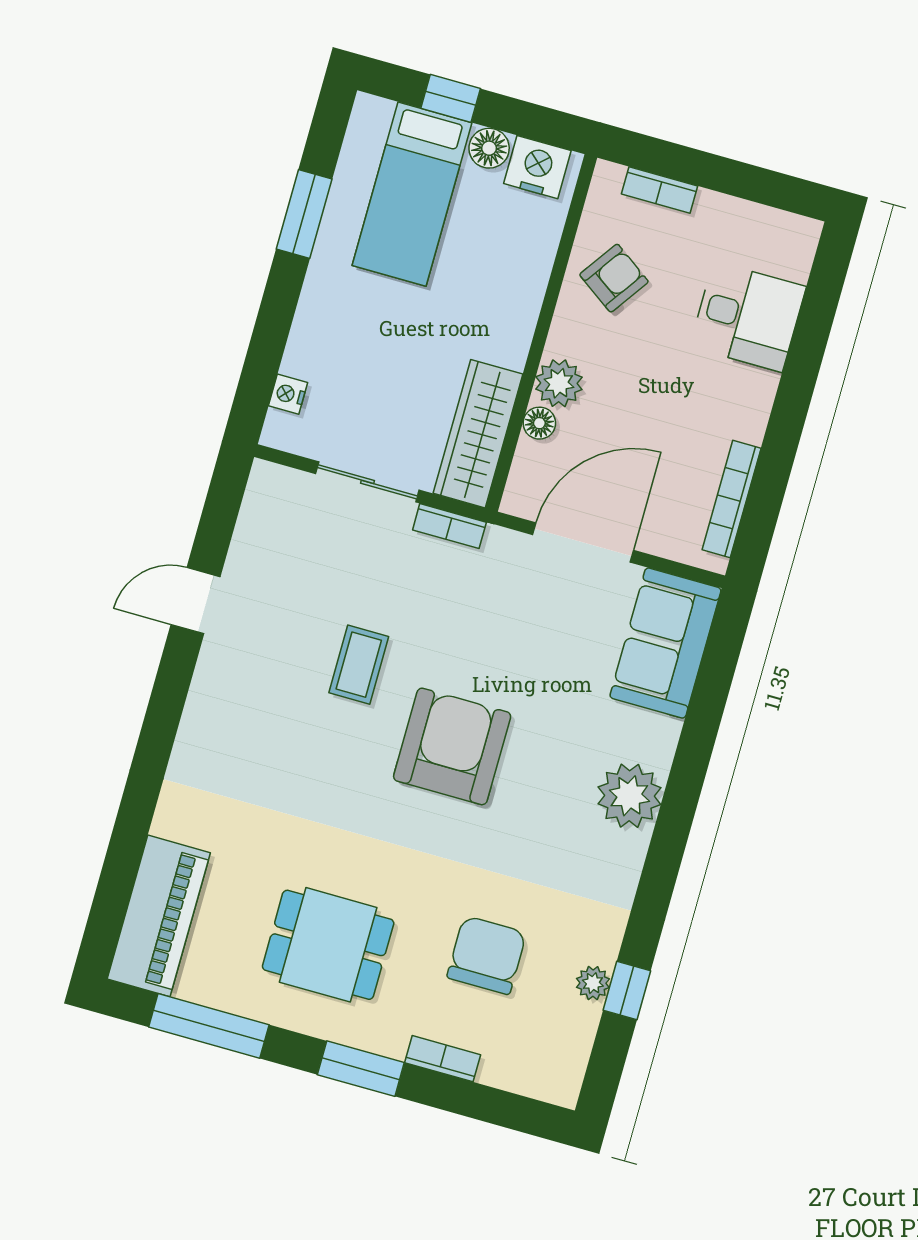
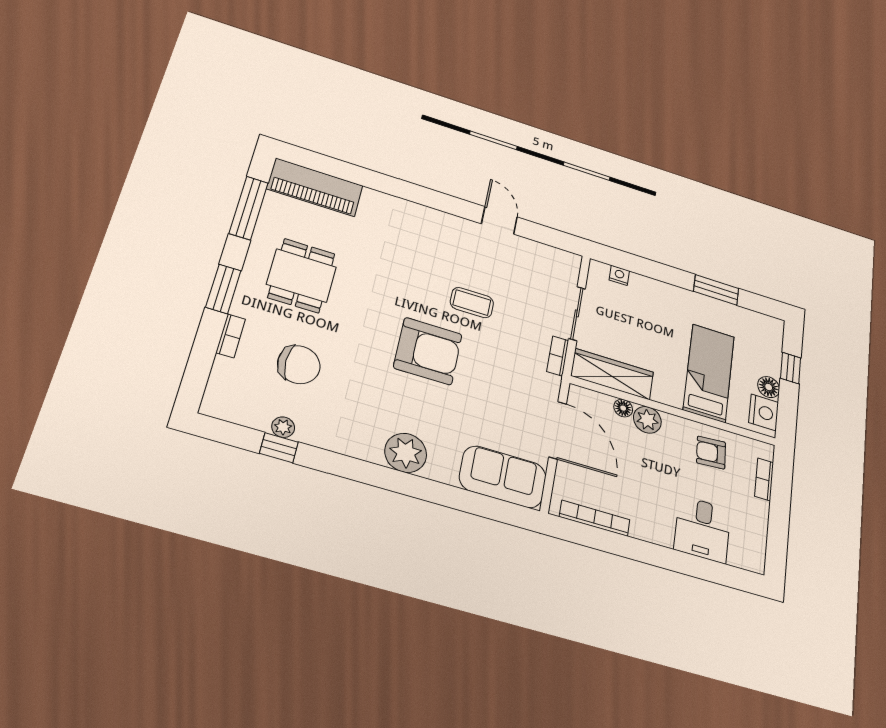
bed: (412, 194) -> (709, 373), moved, turned 90
armchair: (614, 278) -> (711, 453), turned 141

